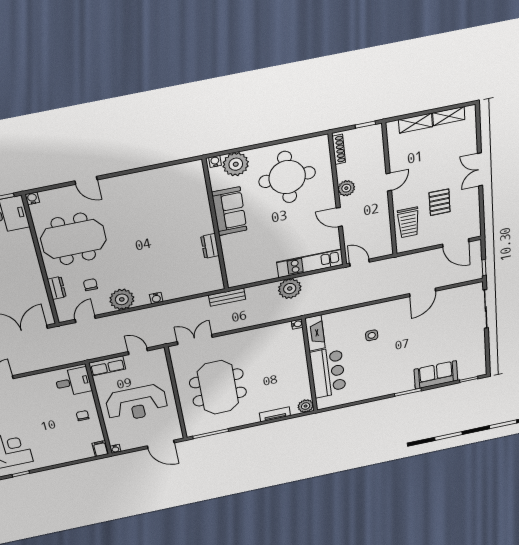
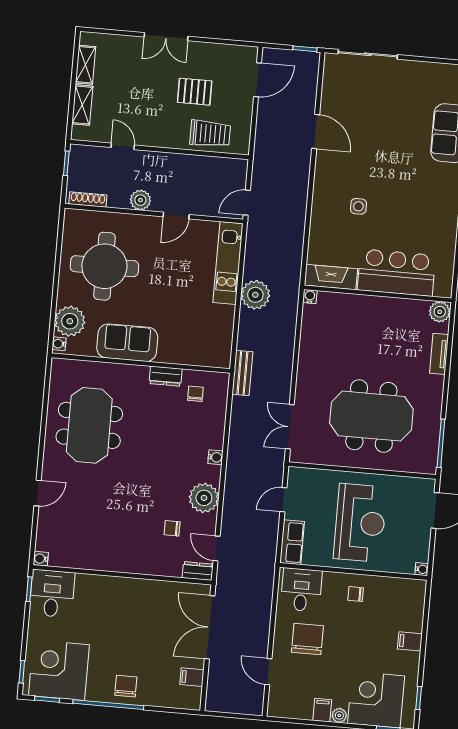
door: (389, 182) -> (123, 146), moved
meeting table: (73, 239) -> (89, 425), moved
chair: (202, 270) -> (195, 394), added
dresser: (57, 288) -> (198, 571), moved
chair: (37, 396) -> (307, 639), added
filing cabinet: (100, 449) -> (410, 641), moved

